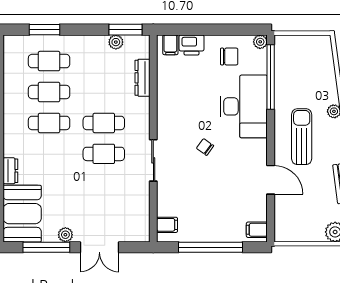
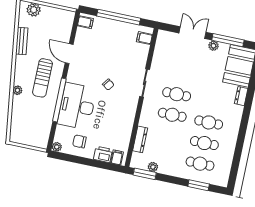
window: (271, 77) -> (59, 100), moved

